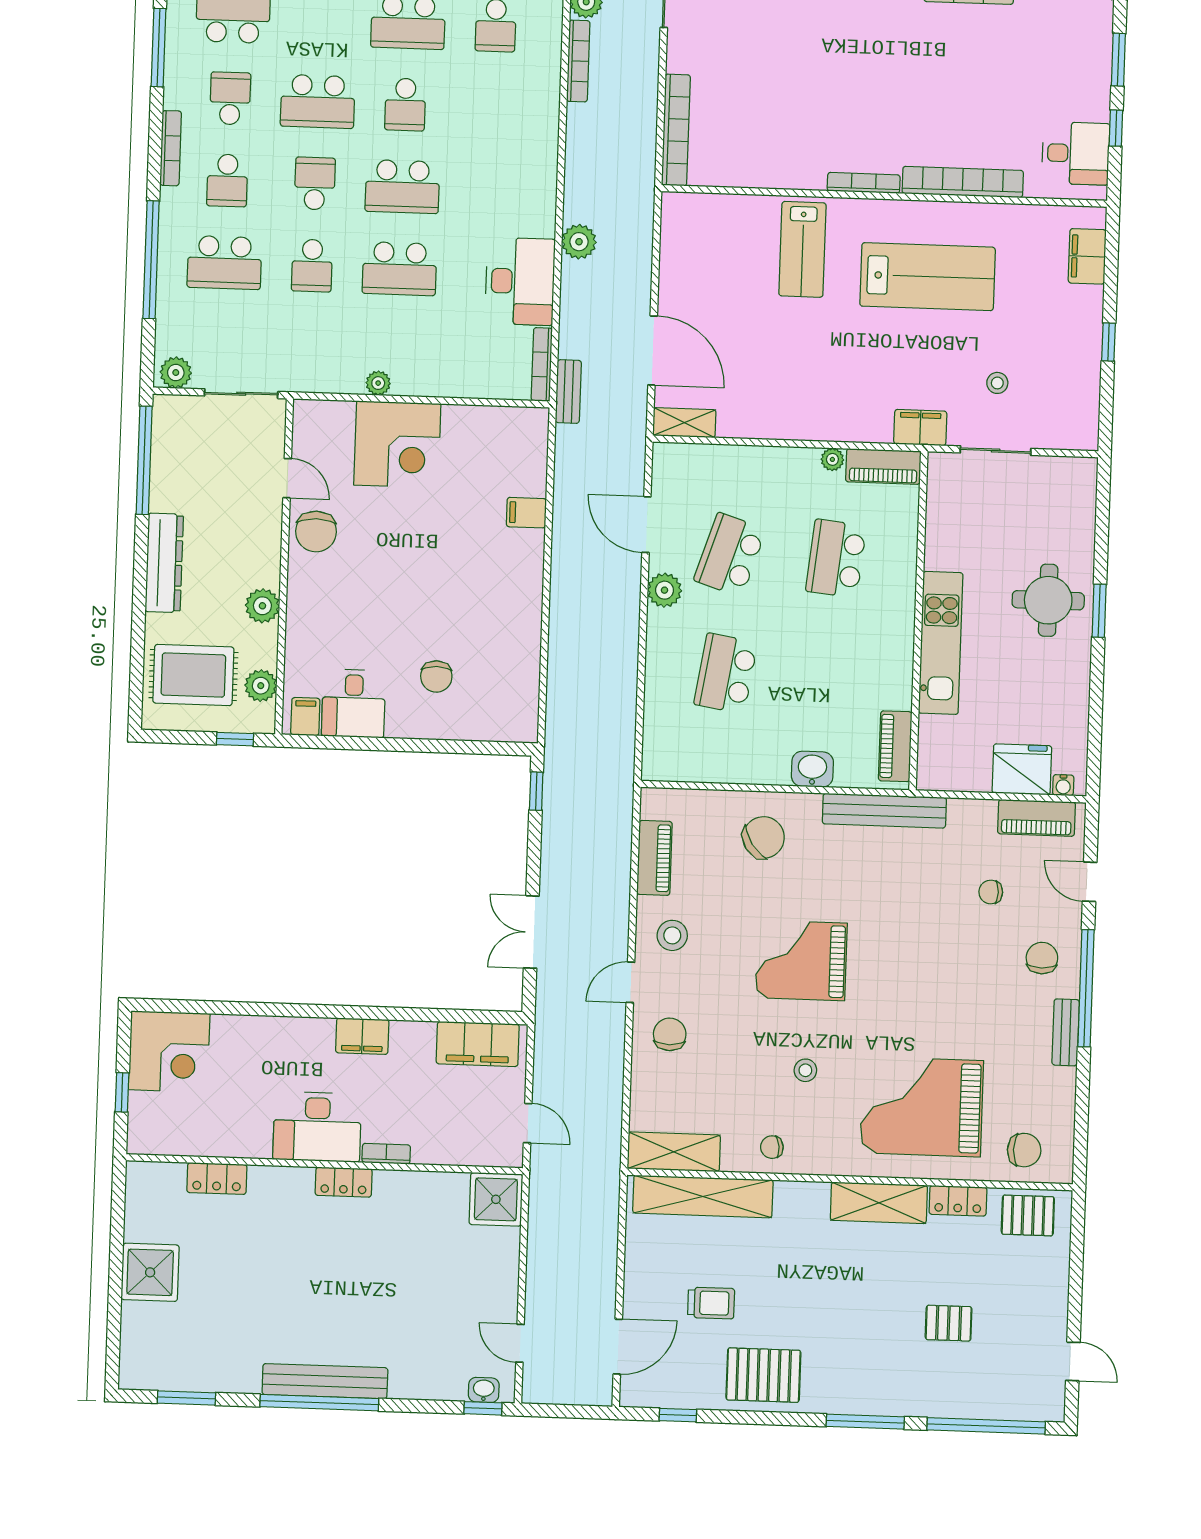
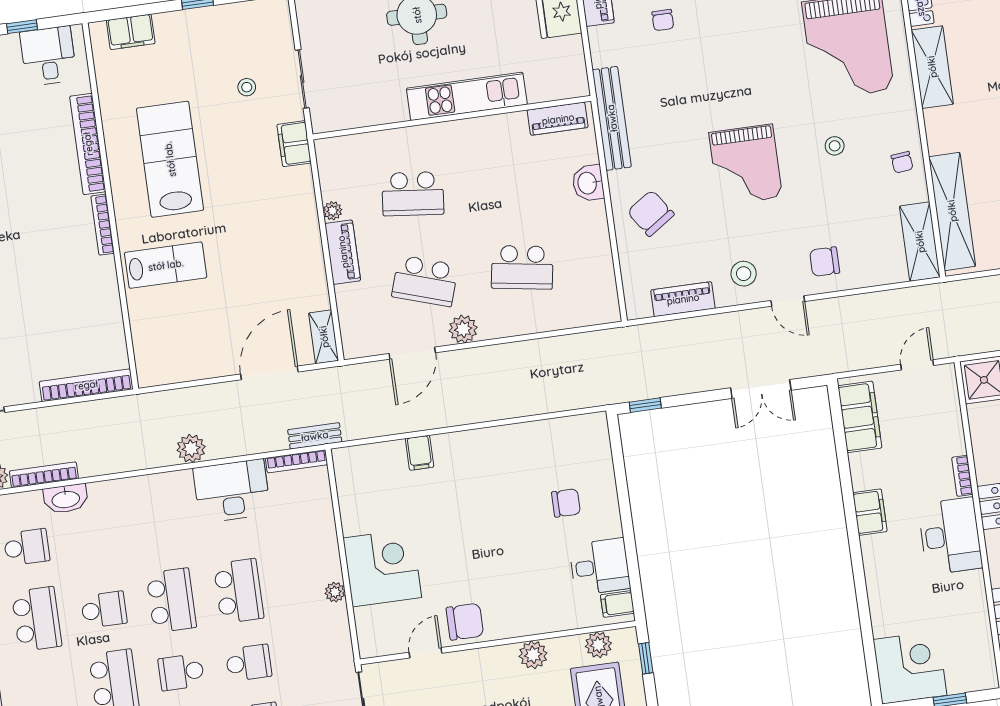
washbasin: (545, 82) -> (66, 499), added
piano: (883, 466) -> (343, 252), moved

